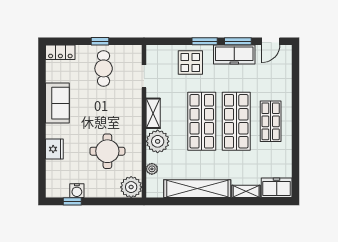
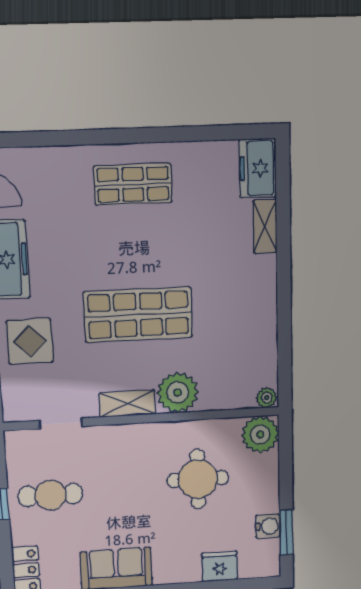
shop shelf: (236, 121) -> (136, 250), removed
fridge: (54, 149) -> (220, 566), moved
plant: (152, 169) -> (267, 398), moved
shelving: (197, 189) -> (261, 317), removed
window: (72, 201) -> (286, 532), width x1.50

